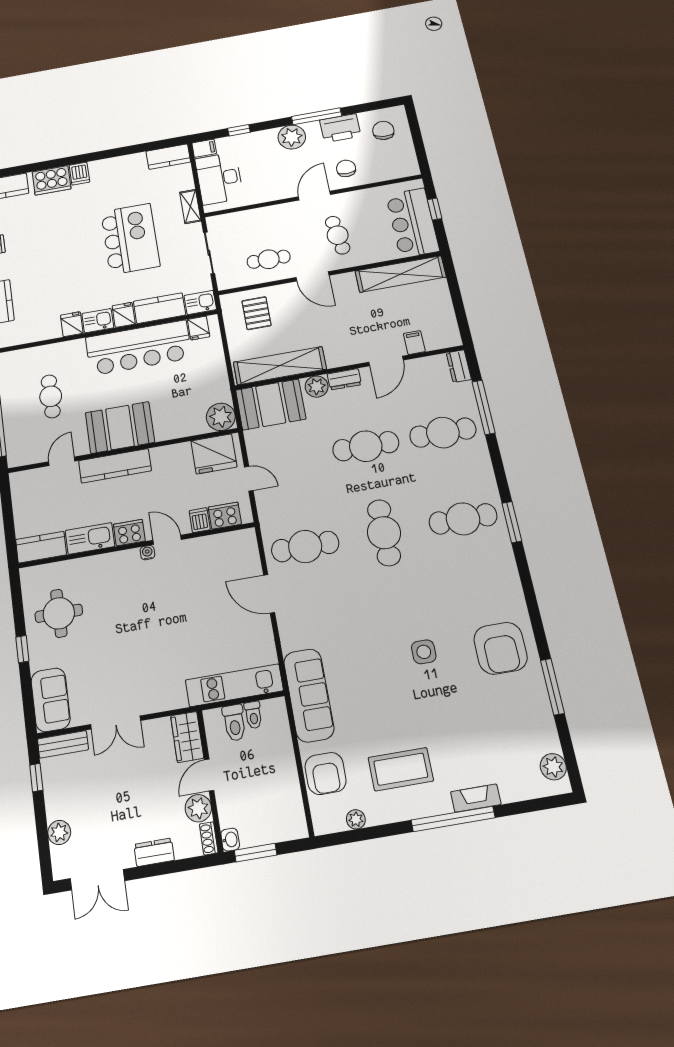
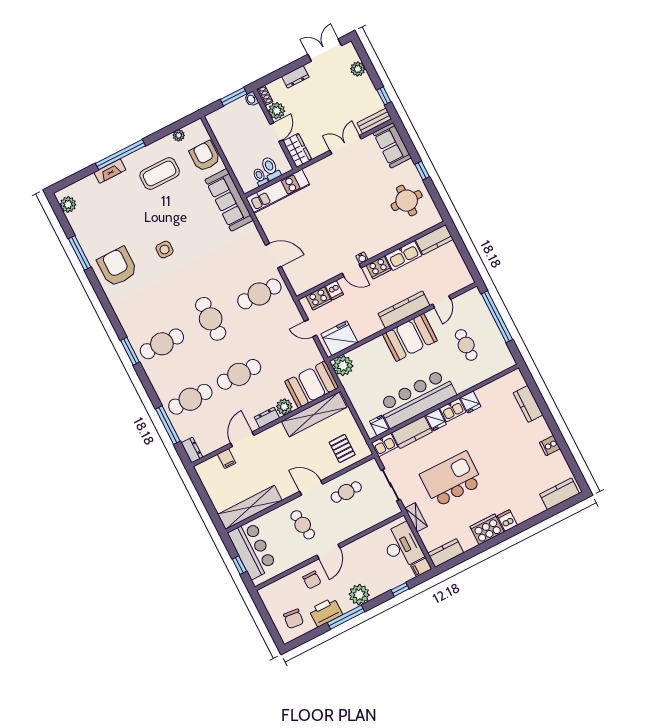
cooker: (52, 180) -> (487, 529), moved
kitchen island: (130, 239) -> (451, 479), turned 90

